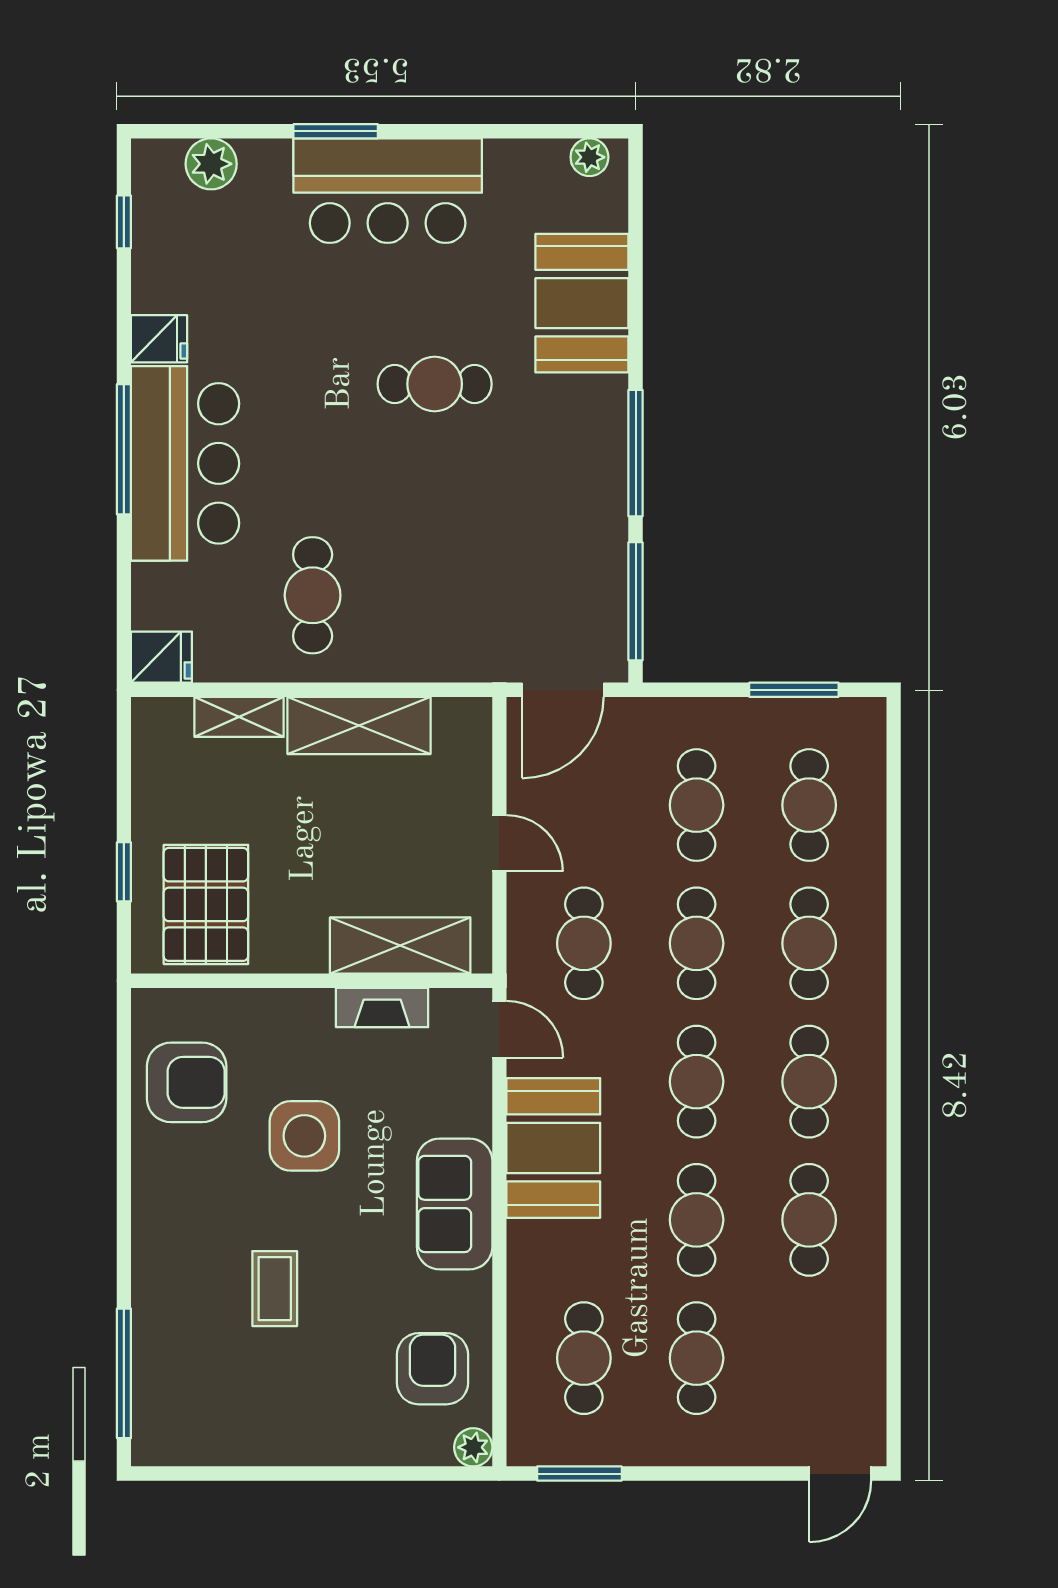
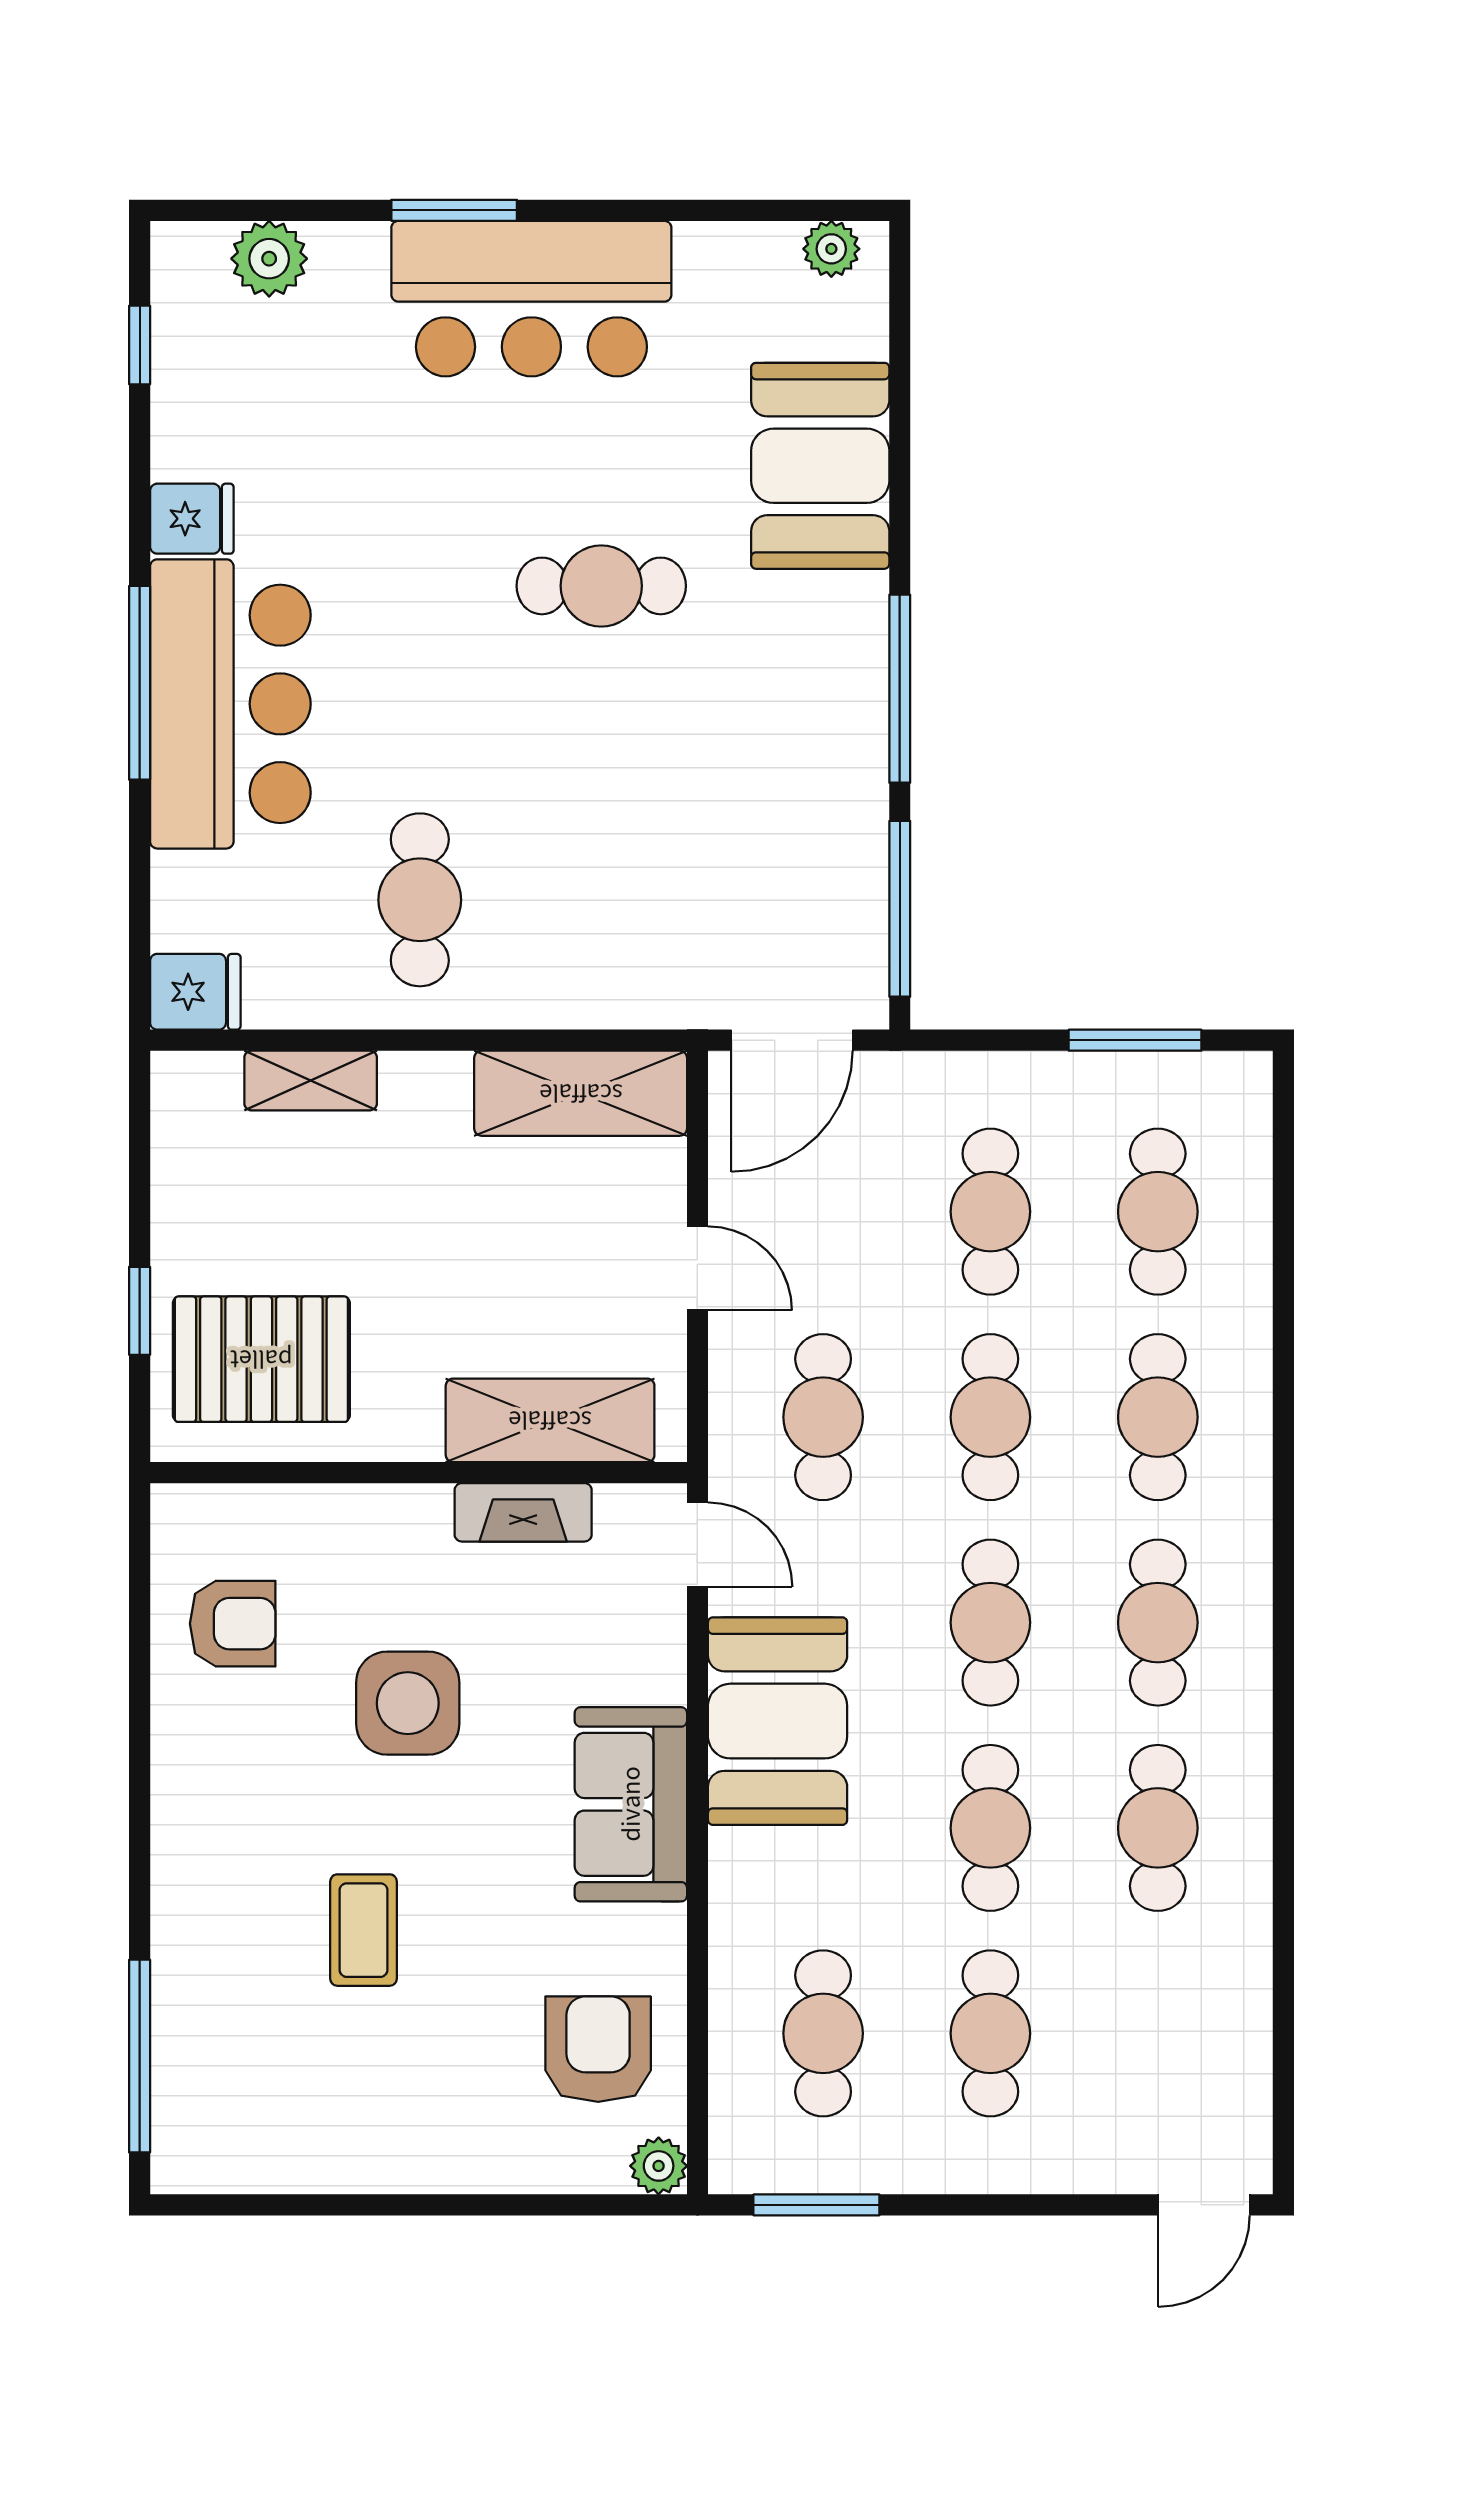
shelving: (359, 725) -> (581, 1093), moved
pallet: (206, 904) -> (261, 1359), turned 90
armchair: (187, 1082) -> (233, 1624), width x0.72, depth x0.72

